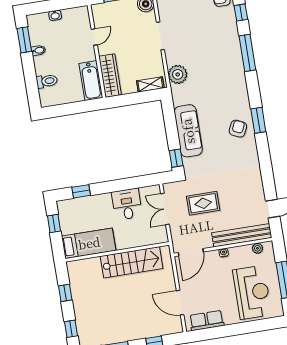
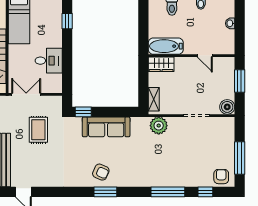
wardrobe: (110, 76) -> (161, 64), width x0.67
double door: (165, 209) -> (26, 94), moved

